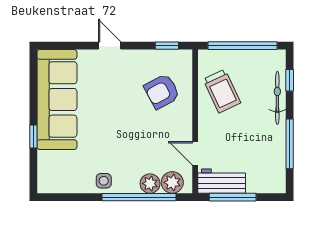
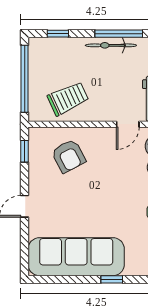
bicycle: (277, 98) -> (111, 45), moved

